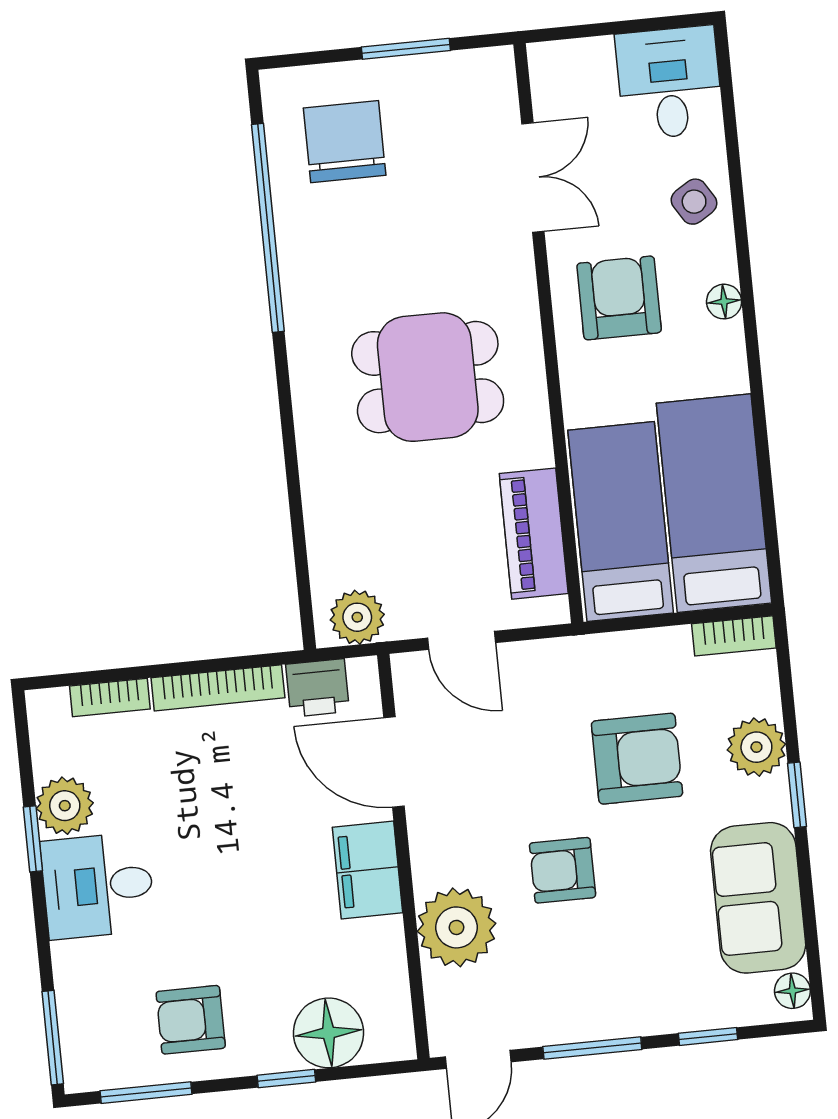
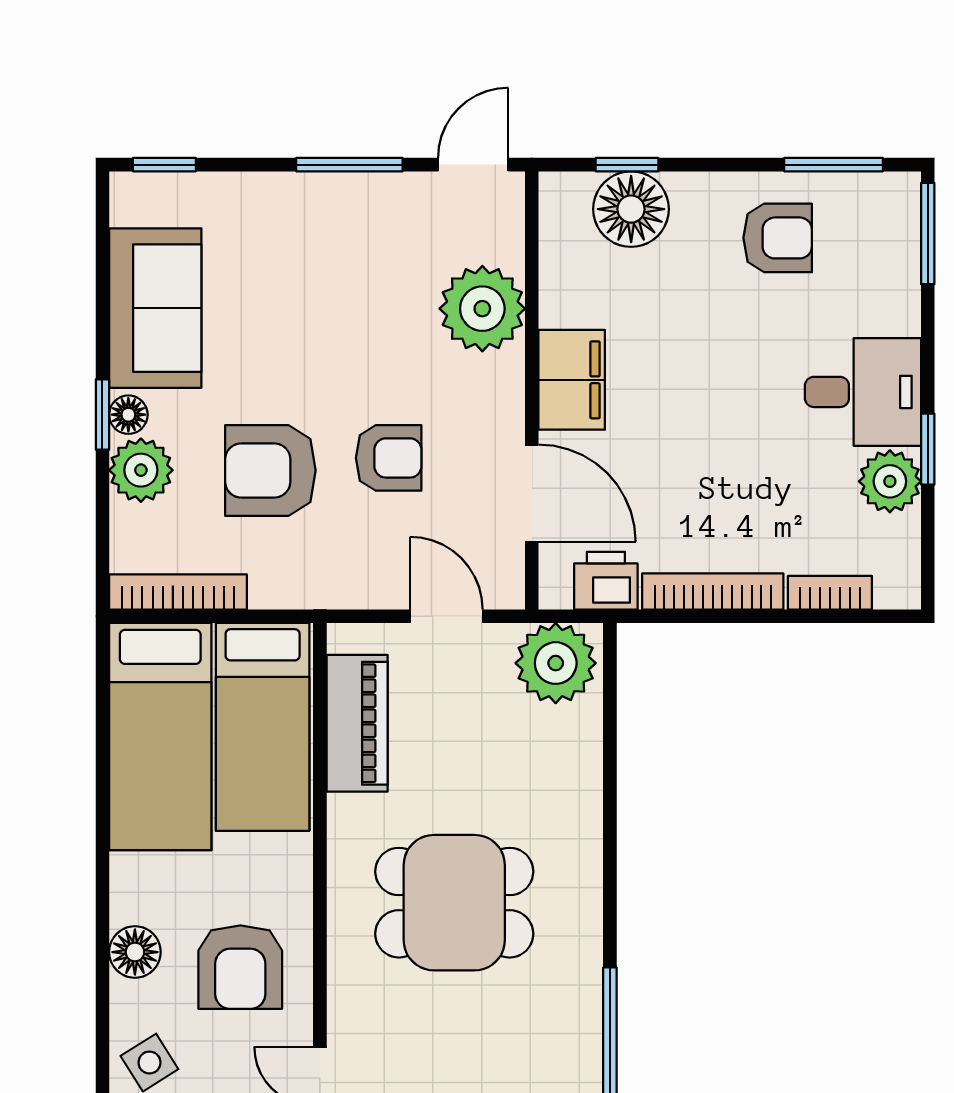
floor lamp: (724, 302) -> (135, 952), width x1.37, depth x1.37
plant: (357, 617) -> (556, 663), width x1.36, depth x1.36
bookcase: (734, 636) -> (178, 592), width x1.56
armchair: (563, 870) -> (389, 458), moved
floor lamp: (792, 991) -> (128, 415), moved
window: (708, 1036) -> (164, 165), moved
window: (286, 1079) -> (627, 165), moved

